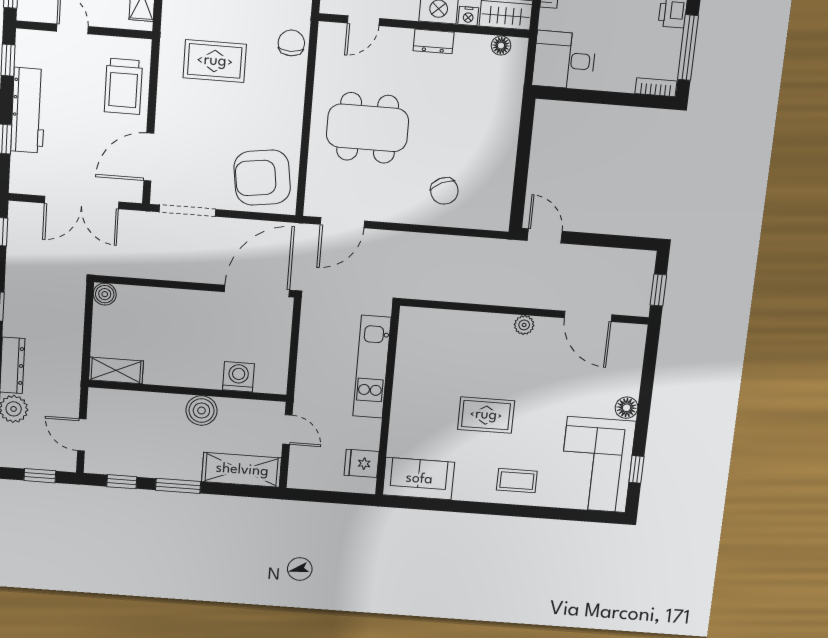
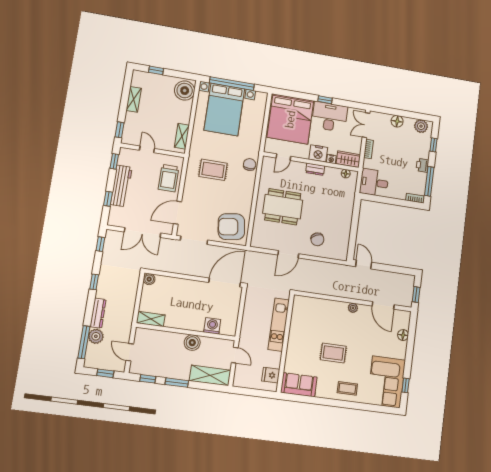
door: (342, 223) -> (288, 254), moved
floor lamp: (627, 408) -> (403, 335), moved

